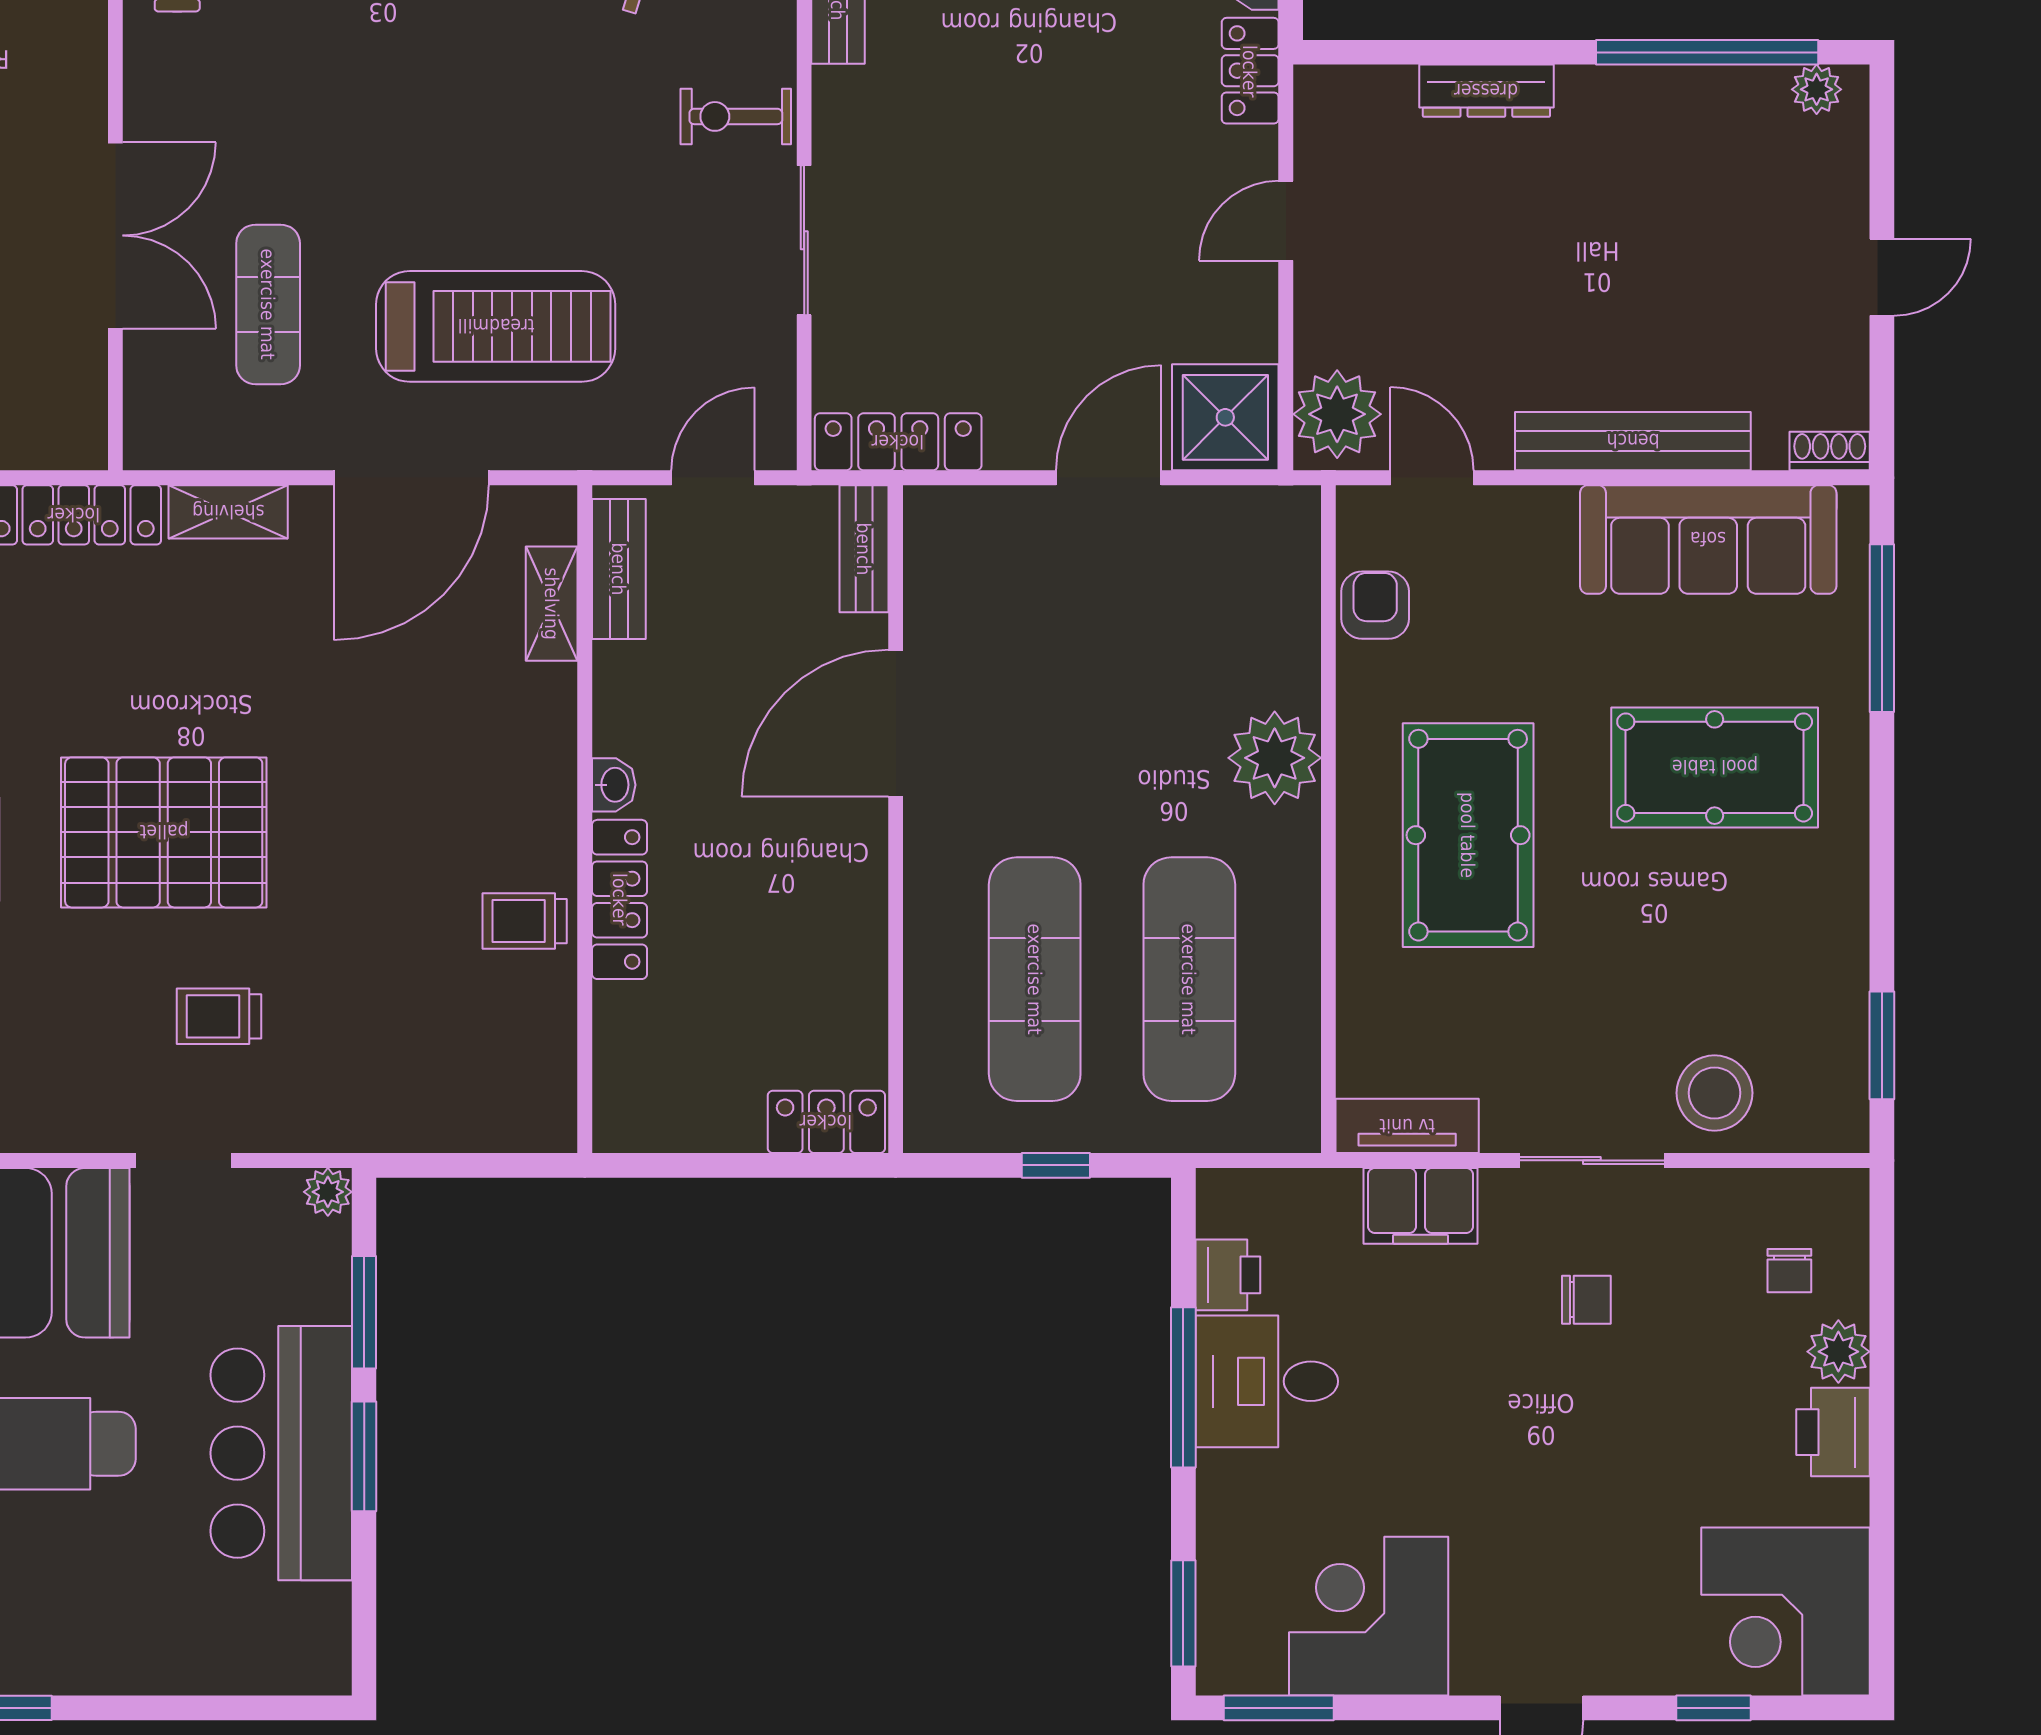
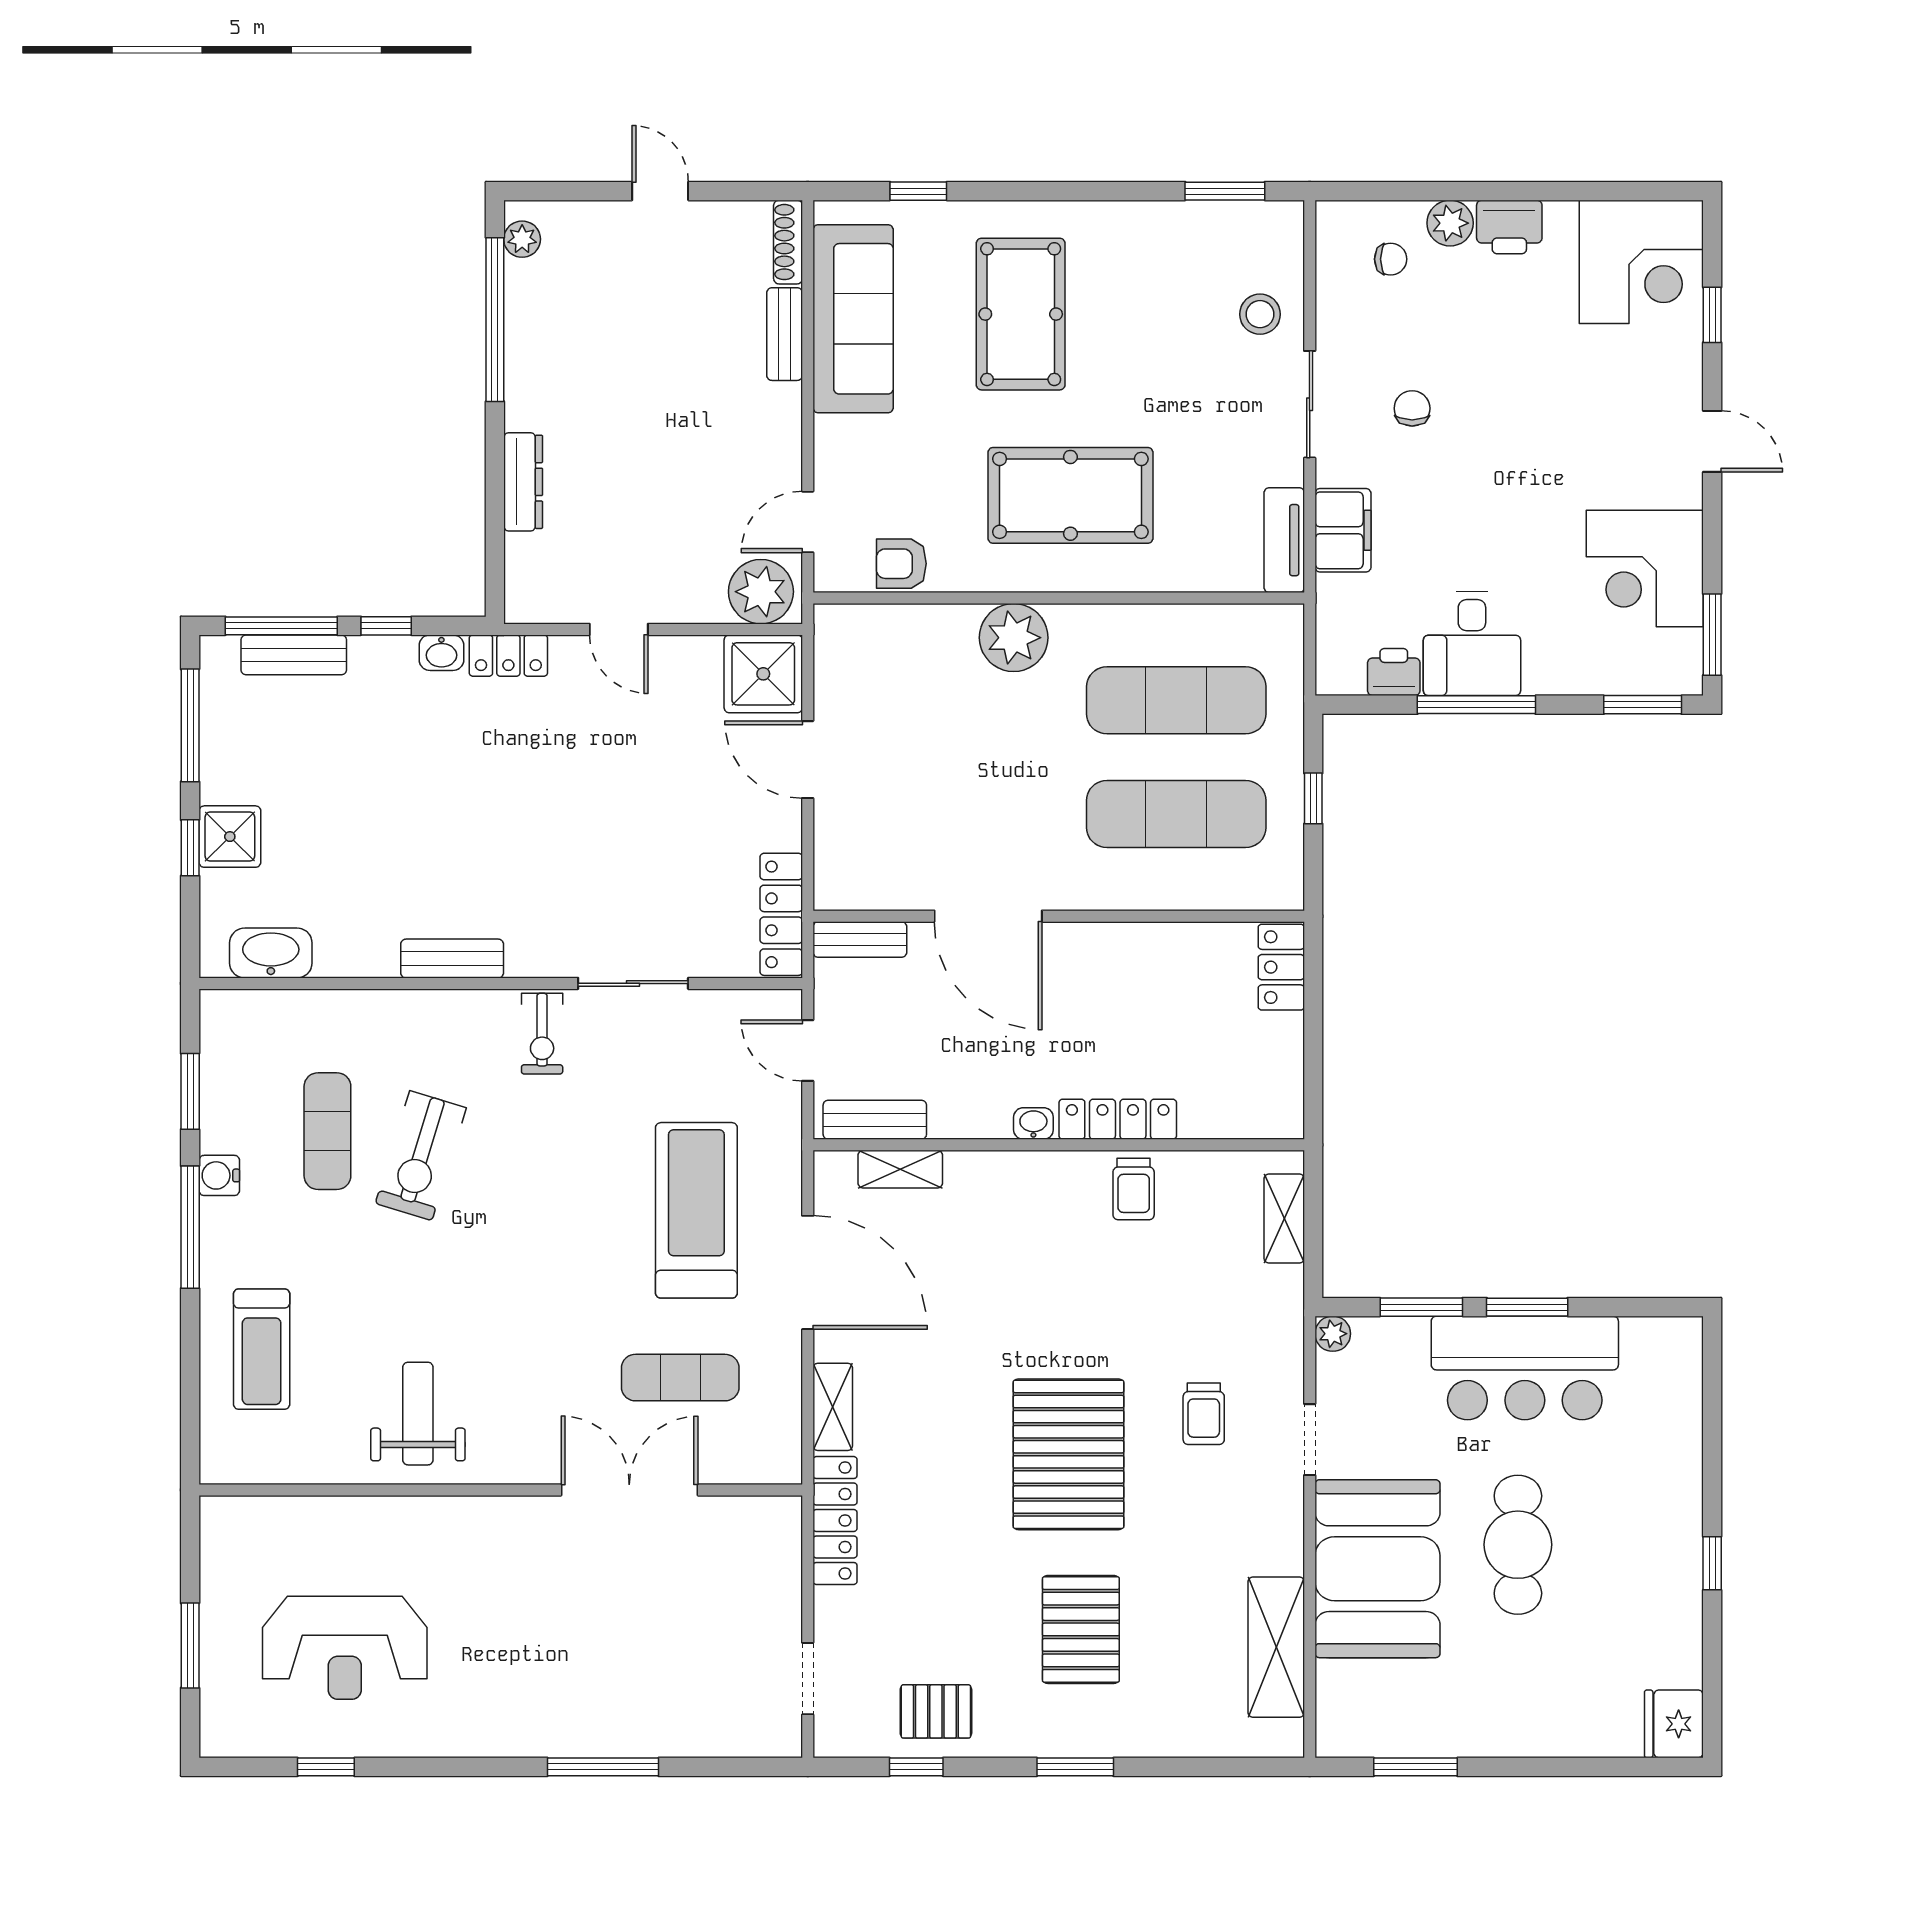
bench: (1633, 441) -> (785, 334), width x0.54, depth x0.82
shoe rack: (1830, 451) -> (788, 242), width x1.43
window: (1882, 628) -> (918, 191), width x0.46
stool: (1714, 1093) -> (1260, 314), width x0.73, depth x0.73
shelving: (484, 1126) -> (1284, 1219), added

